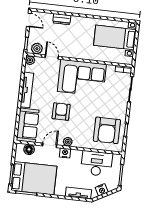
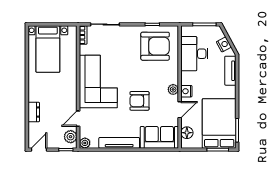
door: (50, 145) -> (180, 110), swing flipped

